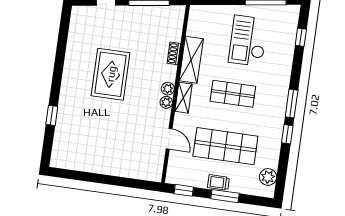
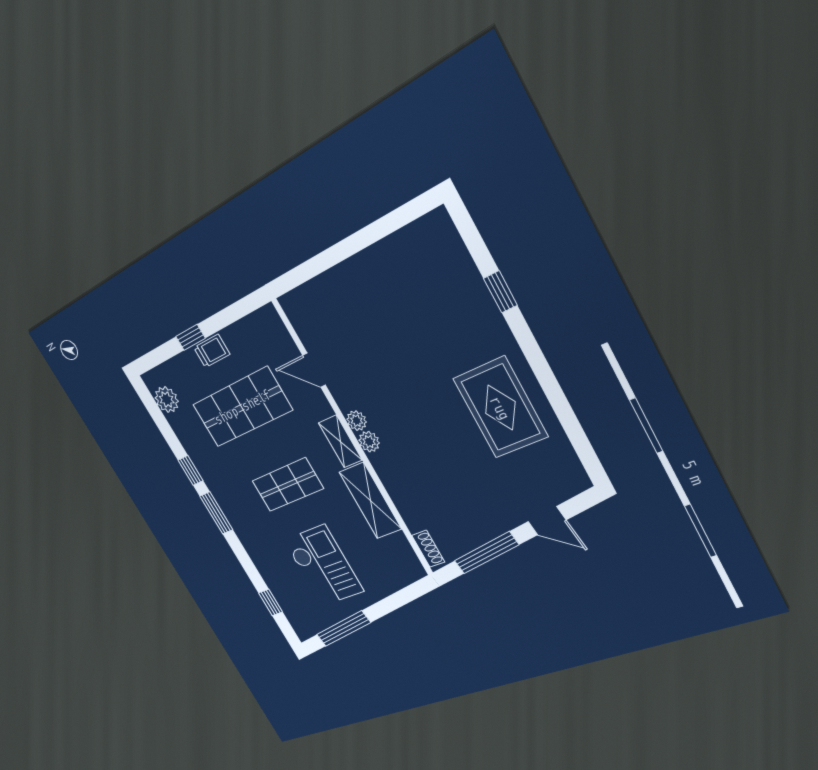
shoe rack: (174, 53) -> (428, 549), moved
rug: (111, 74) -> (500, 408), moved
window: (184, 190) -> (241, 308), removed
window: (225, 196) -> (191, 337), width x0.67

